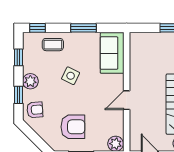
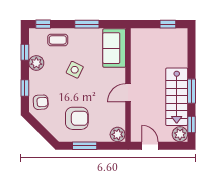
plant: (30, 81) -> (36, 63), moved

